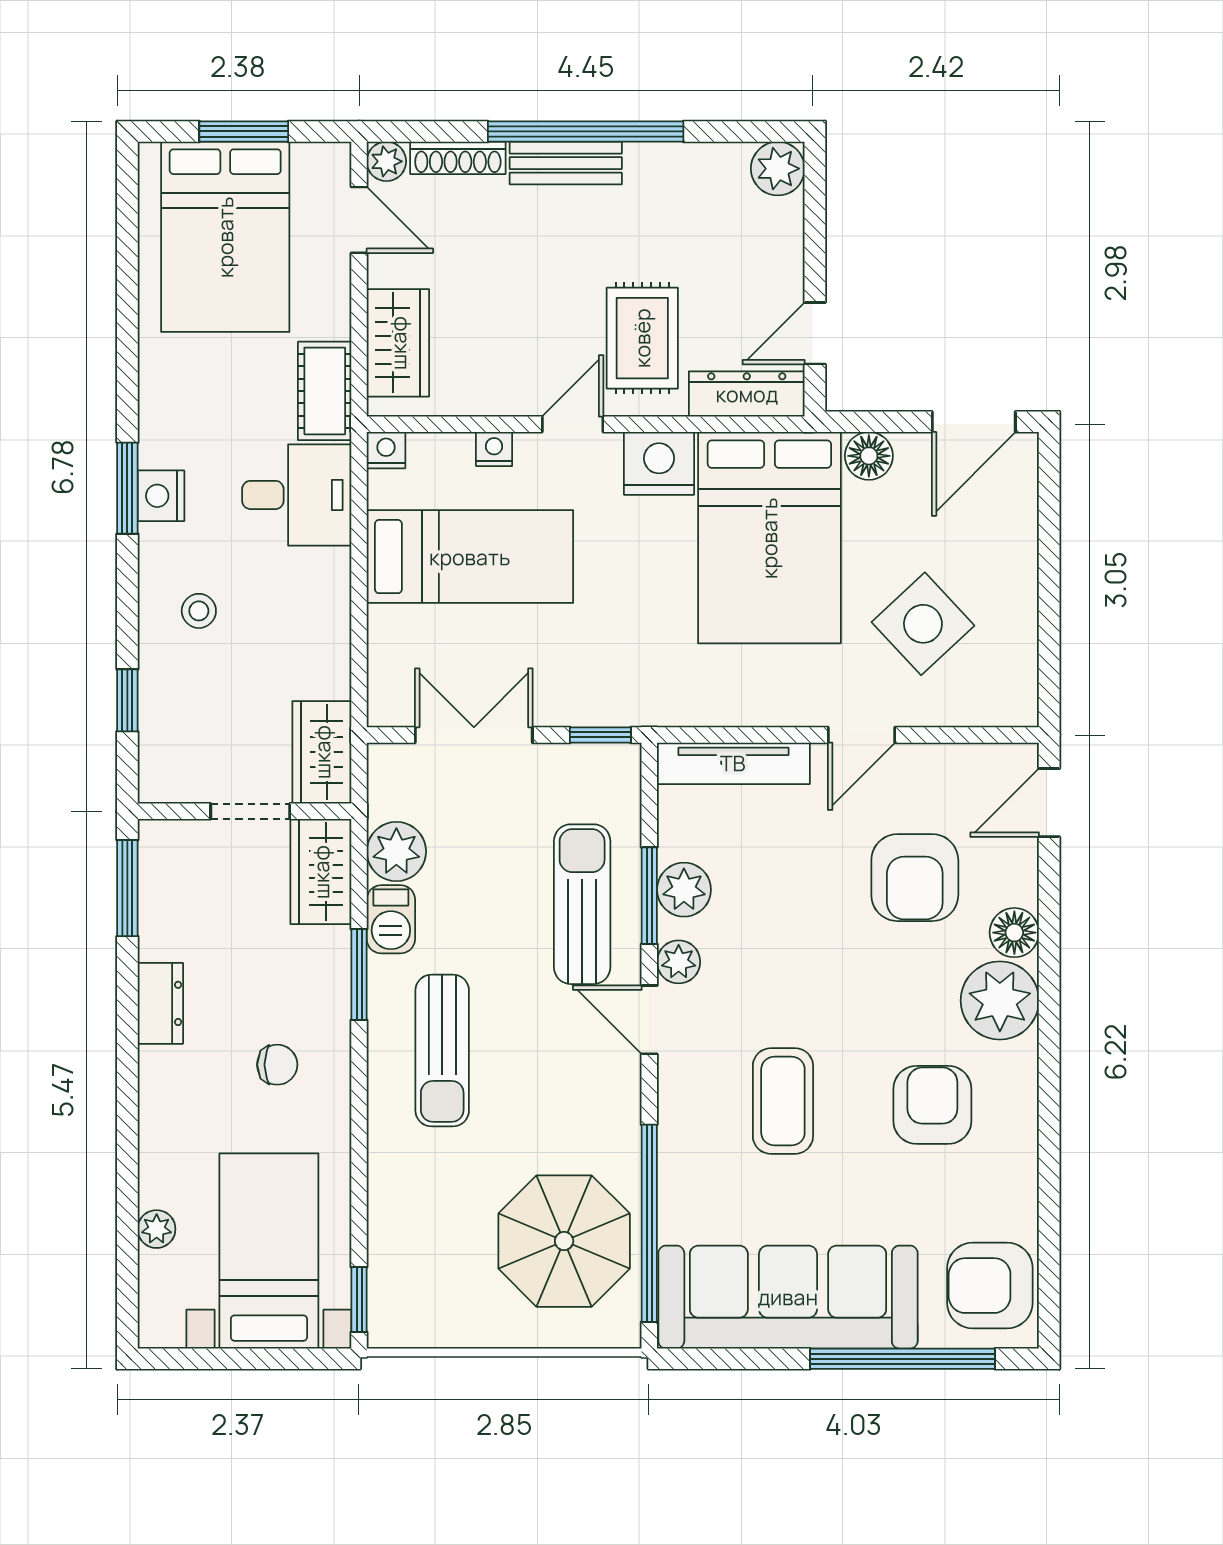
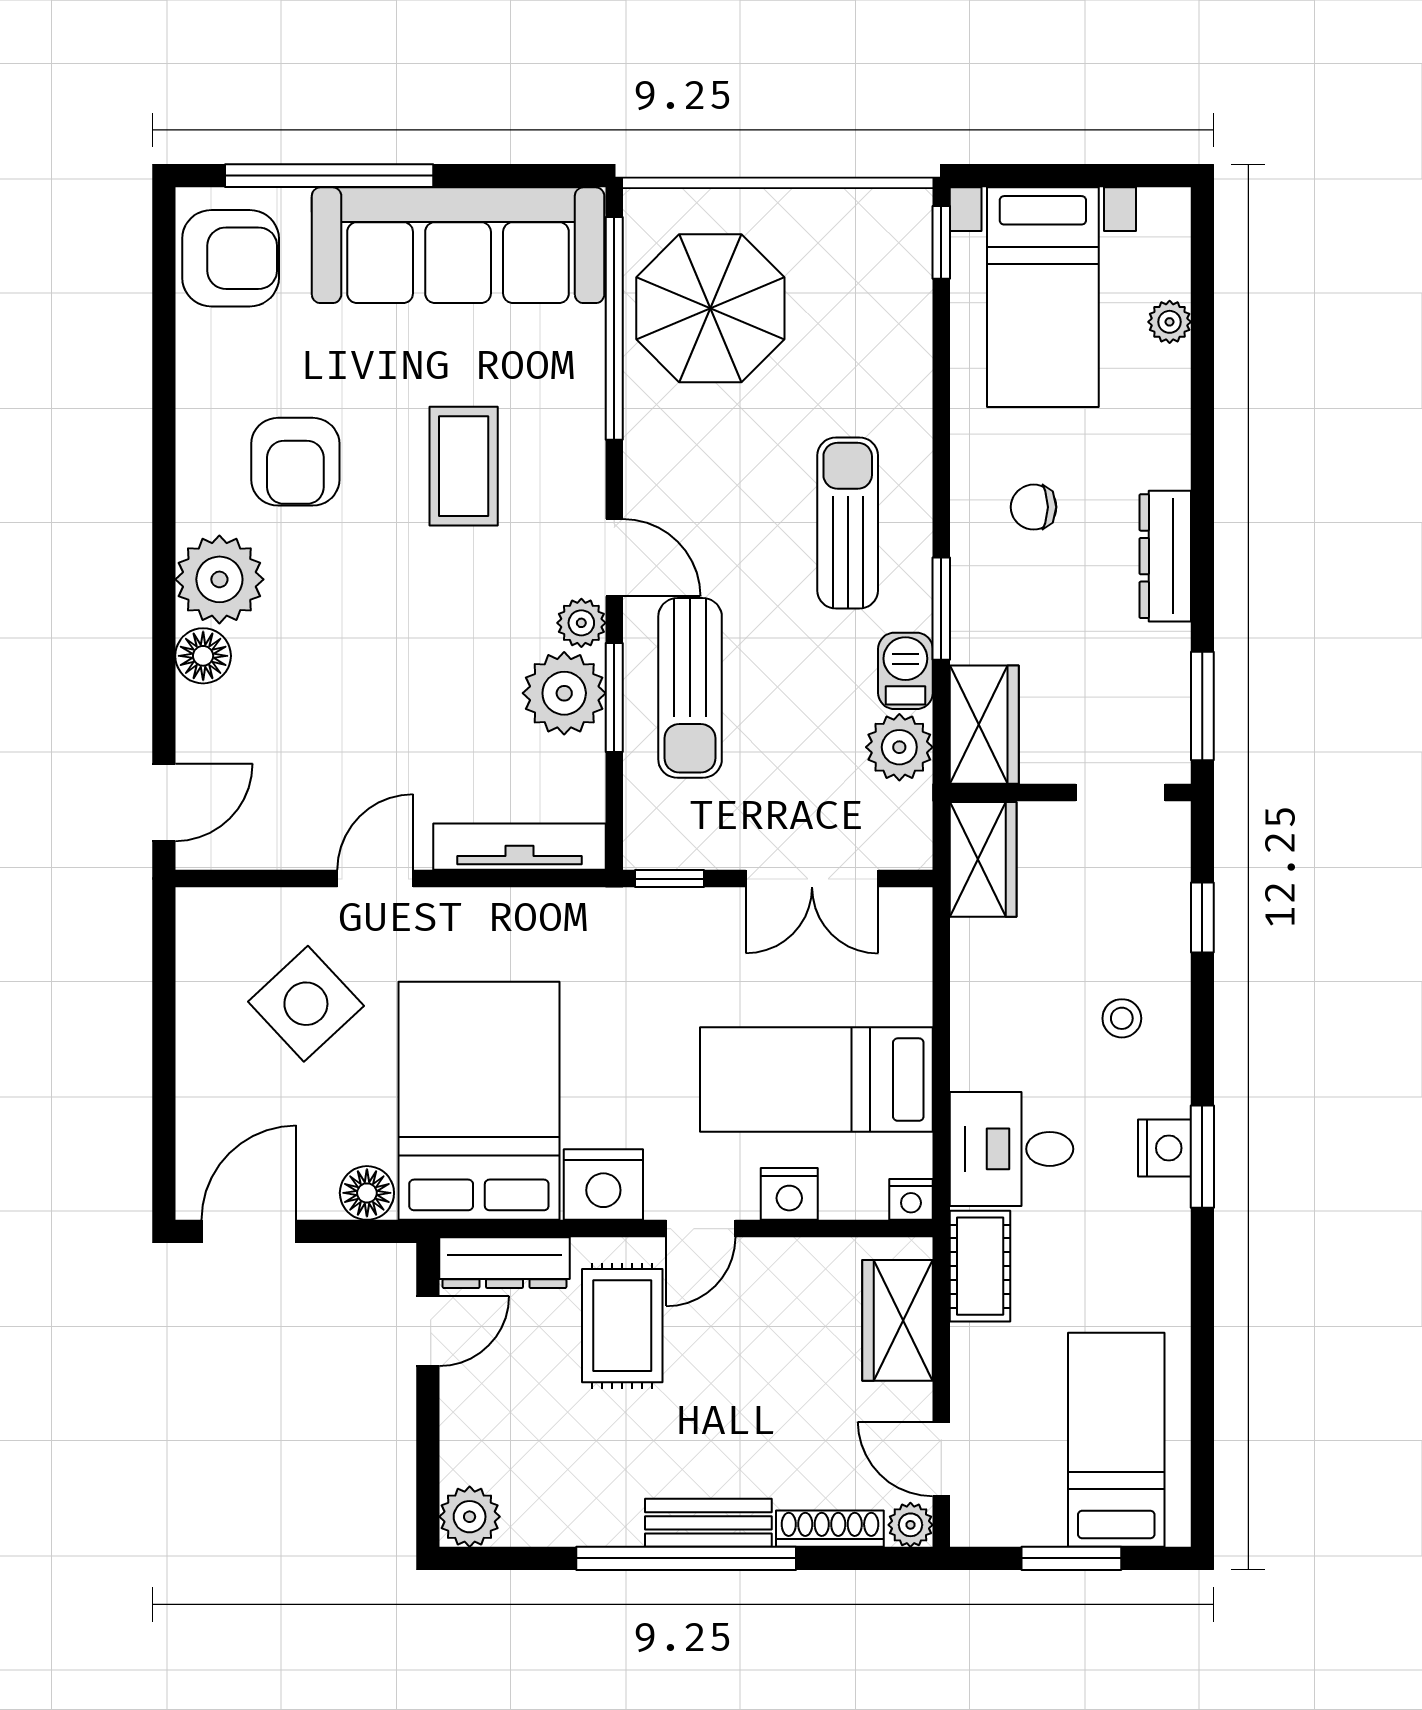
bed: (225, 237) -> (1116, 1440), width x0.67
nightstand: (494, 449) -> (789, 1194), width x1.39, depth x1.35
doorway: (250, 811) -> (1120, 793), moved
armchair: (915, 878) -> (315, 718), removed
plant: (684, 890) -> (564, 693), width x1.36, depth x1.36
dresser: (160, 1003) -> (1165, 556), width x1.44

